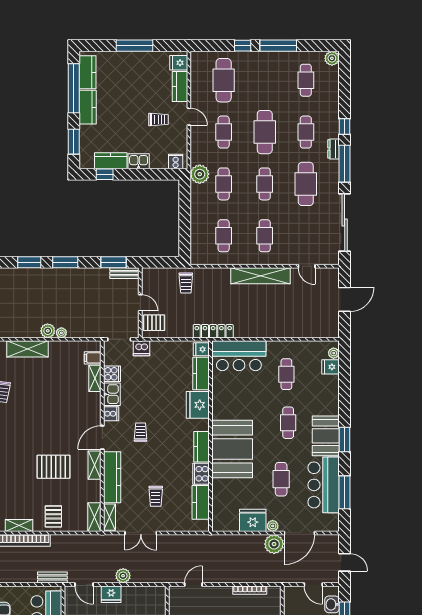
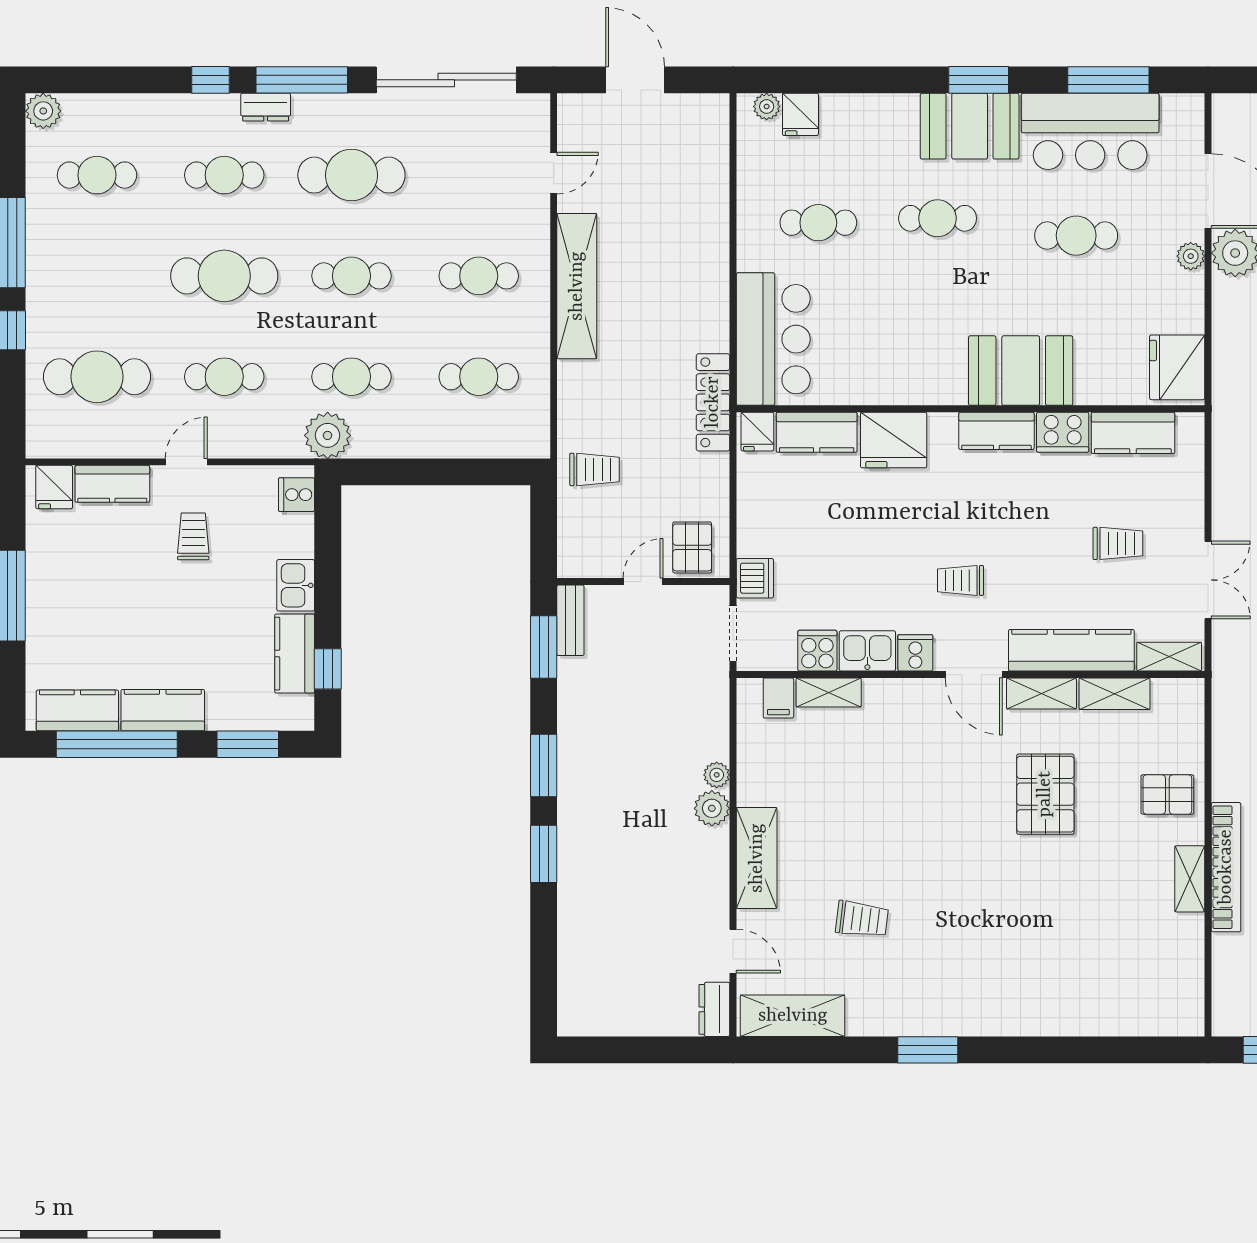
booth: (232, 449) -> (1021, 371), width x0.73, depth x0.70
shelving: (94, 517) -> (1114, 694), moved
fridge: (253, 520) -> (1177, 367), moved

